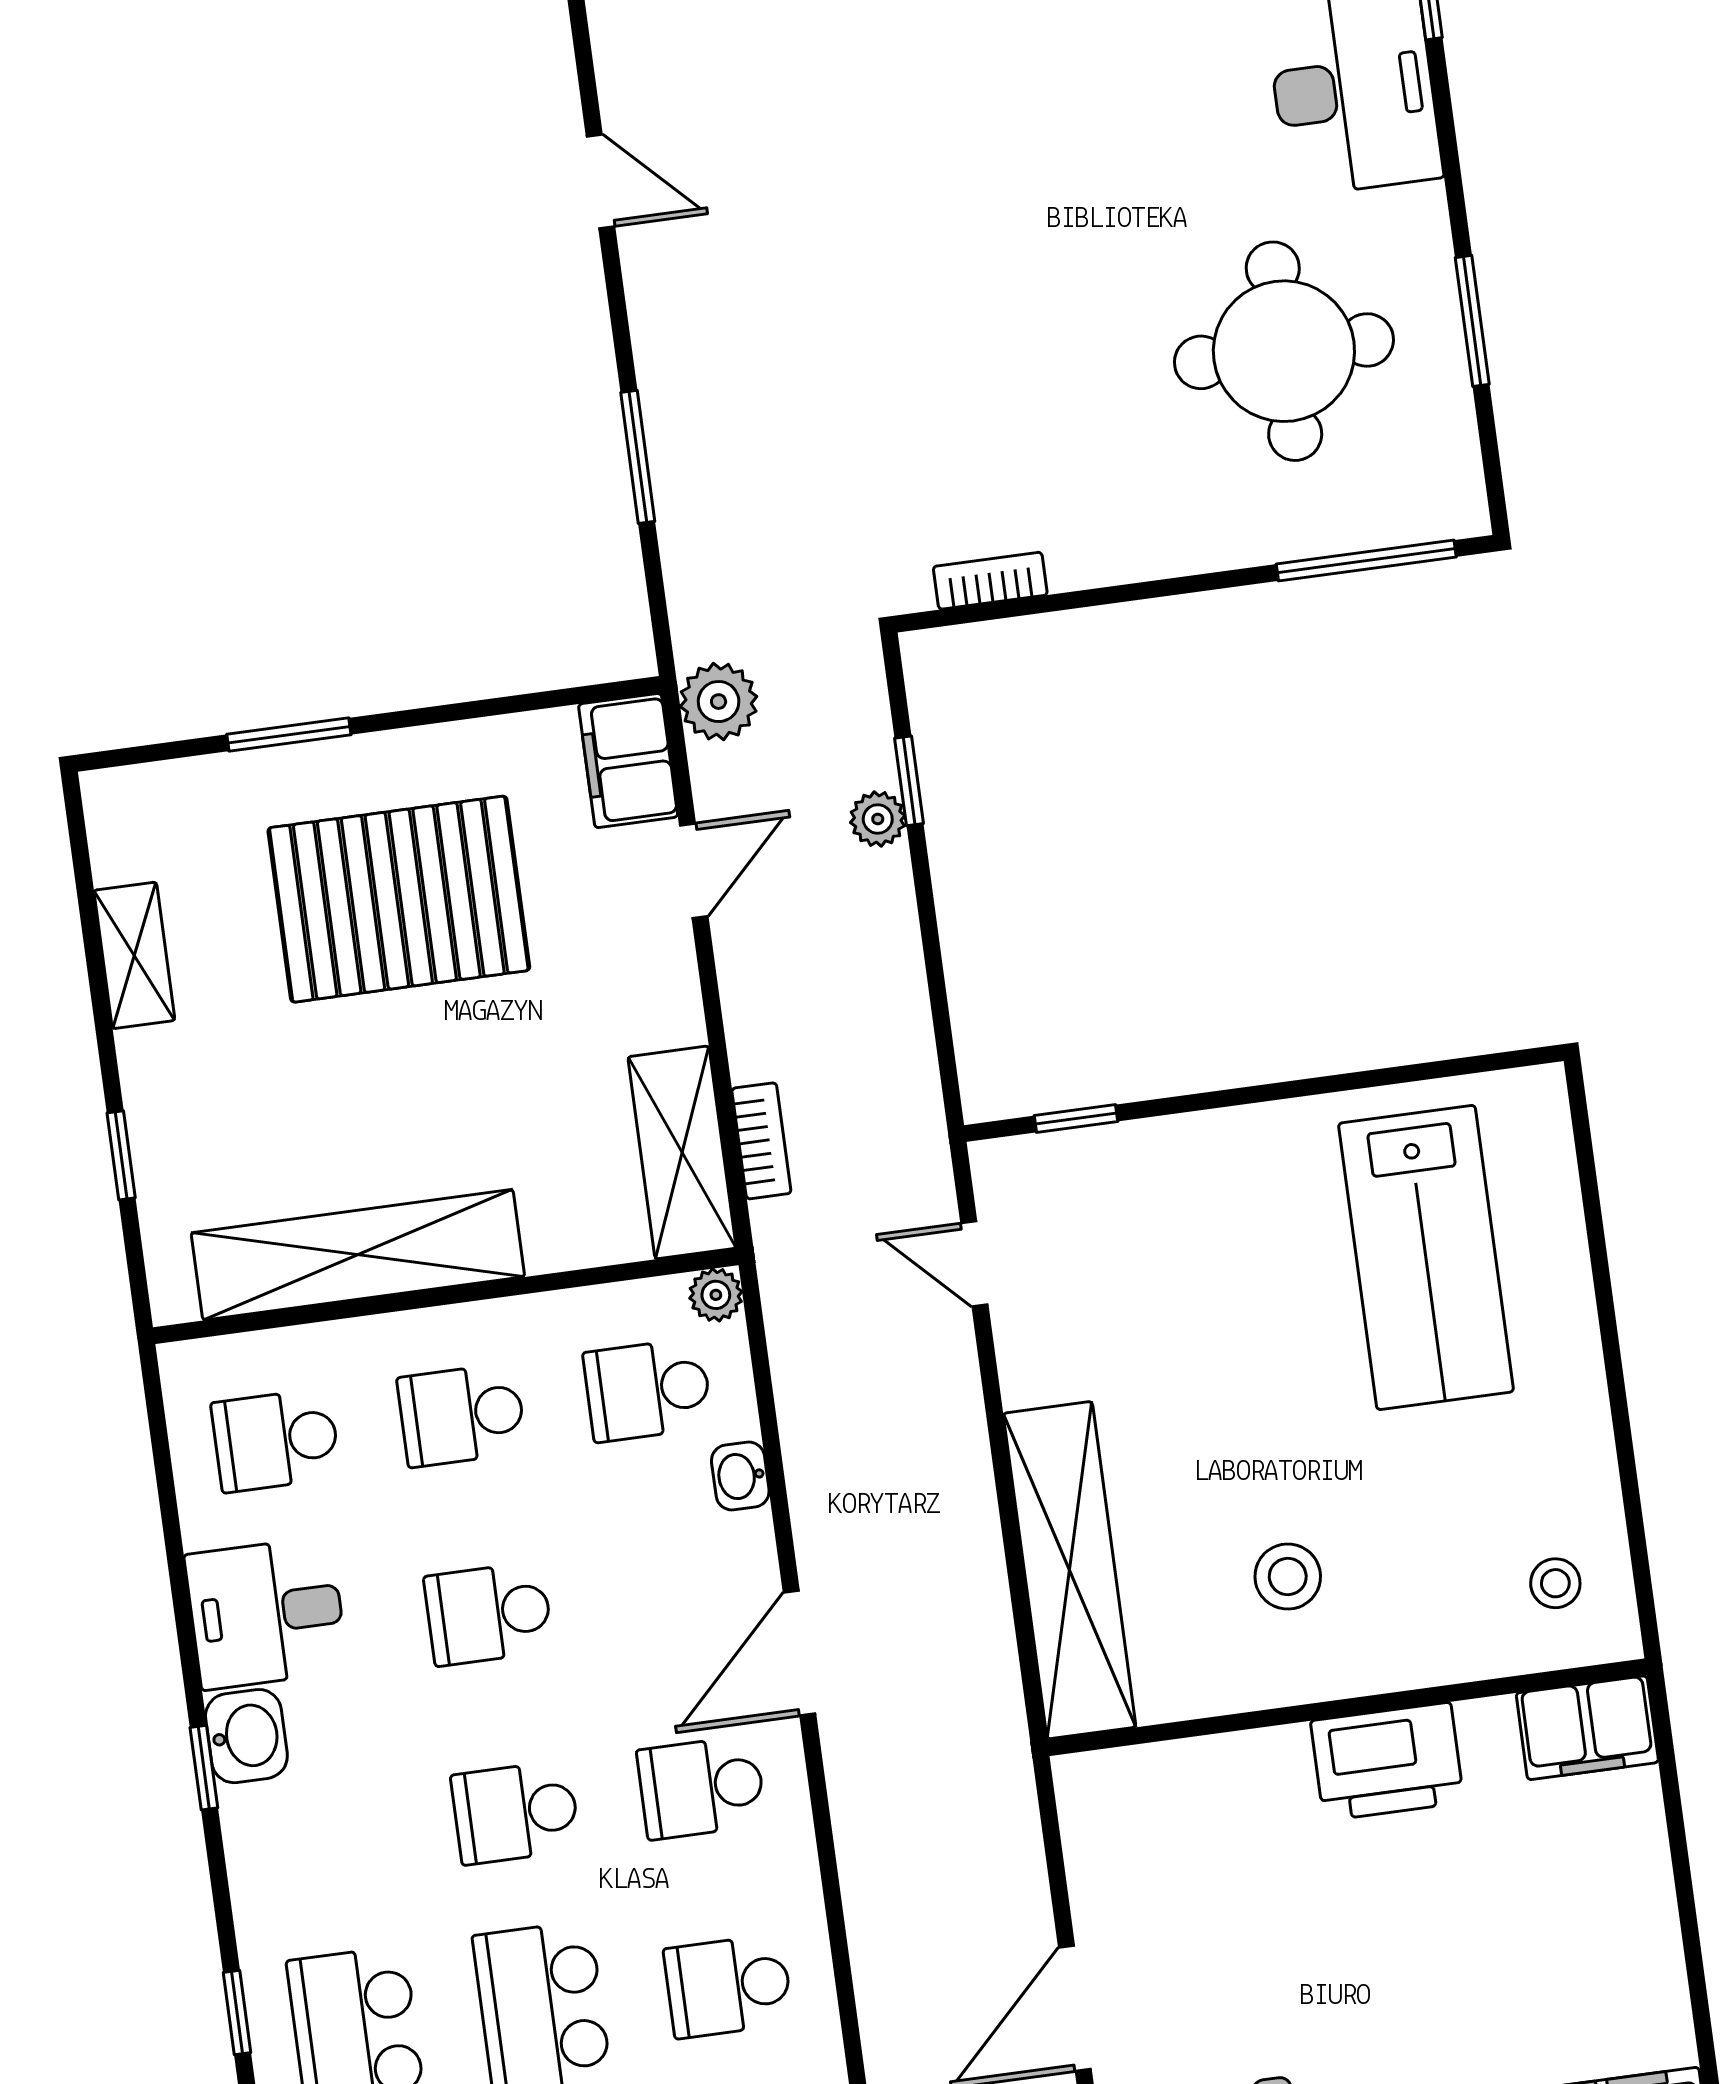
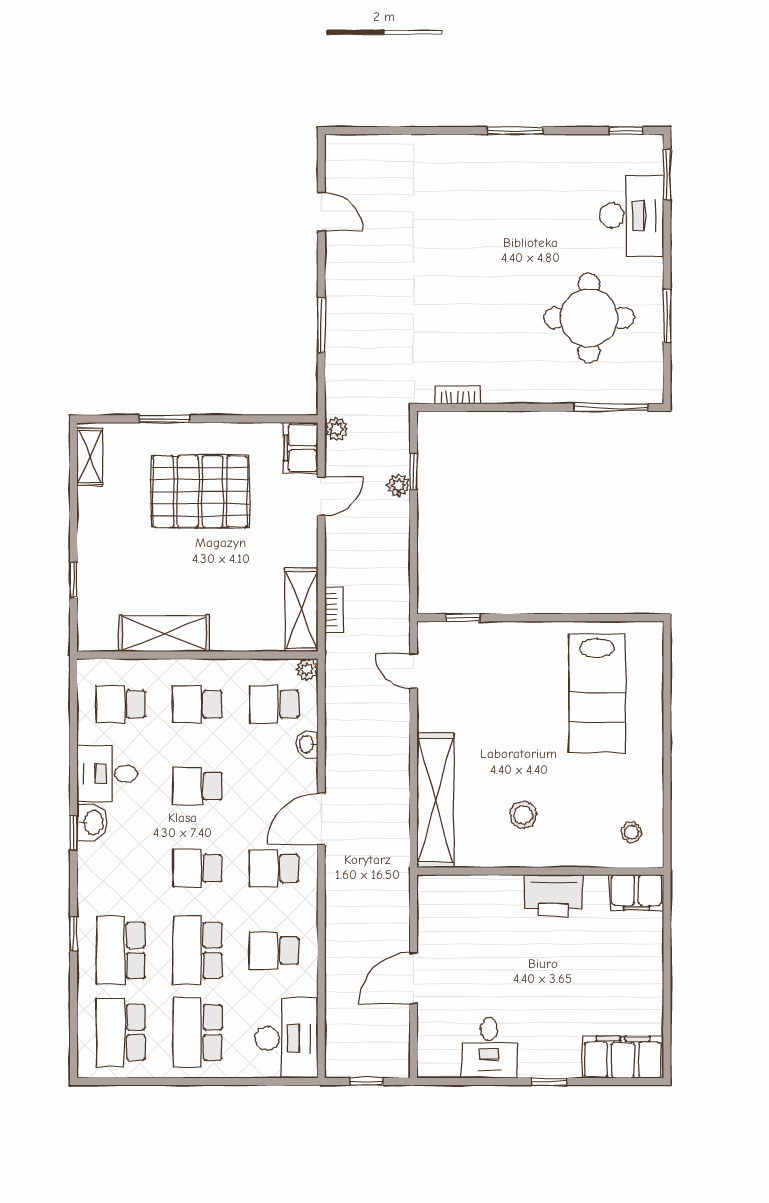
plant: (719, 702) -> (336, 429), width x0.73, depth x0.73
shelving: (134, 955) -> (90, 456), moved
shelving: (358, 1255) -> (164, 633), width x0.68

